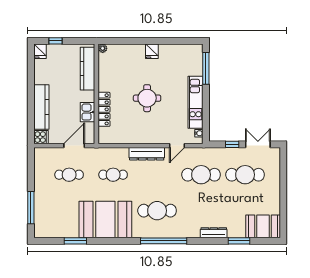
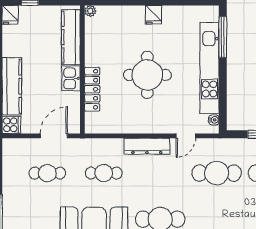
round table: (147, 98) -> (147, 75), width x1.36, depth x1.36
kitchen unit: (196, 102) -> (210, 68), width x1.36
kitchen sink: (88, 112) -> (71, 78), moved

